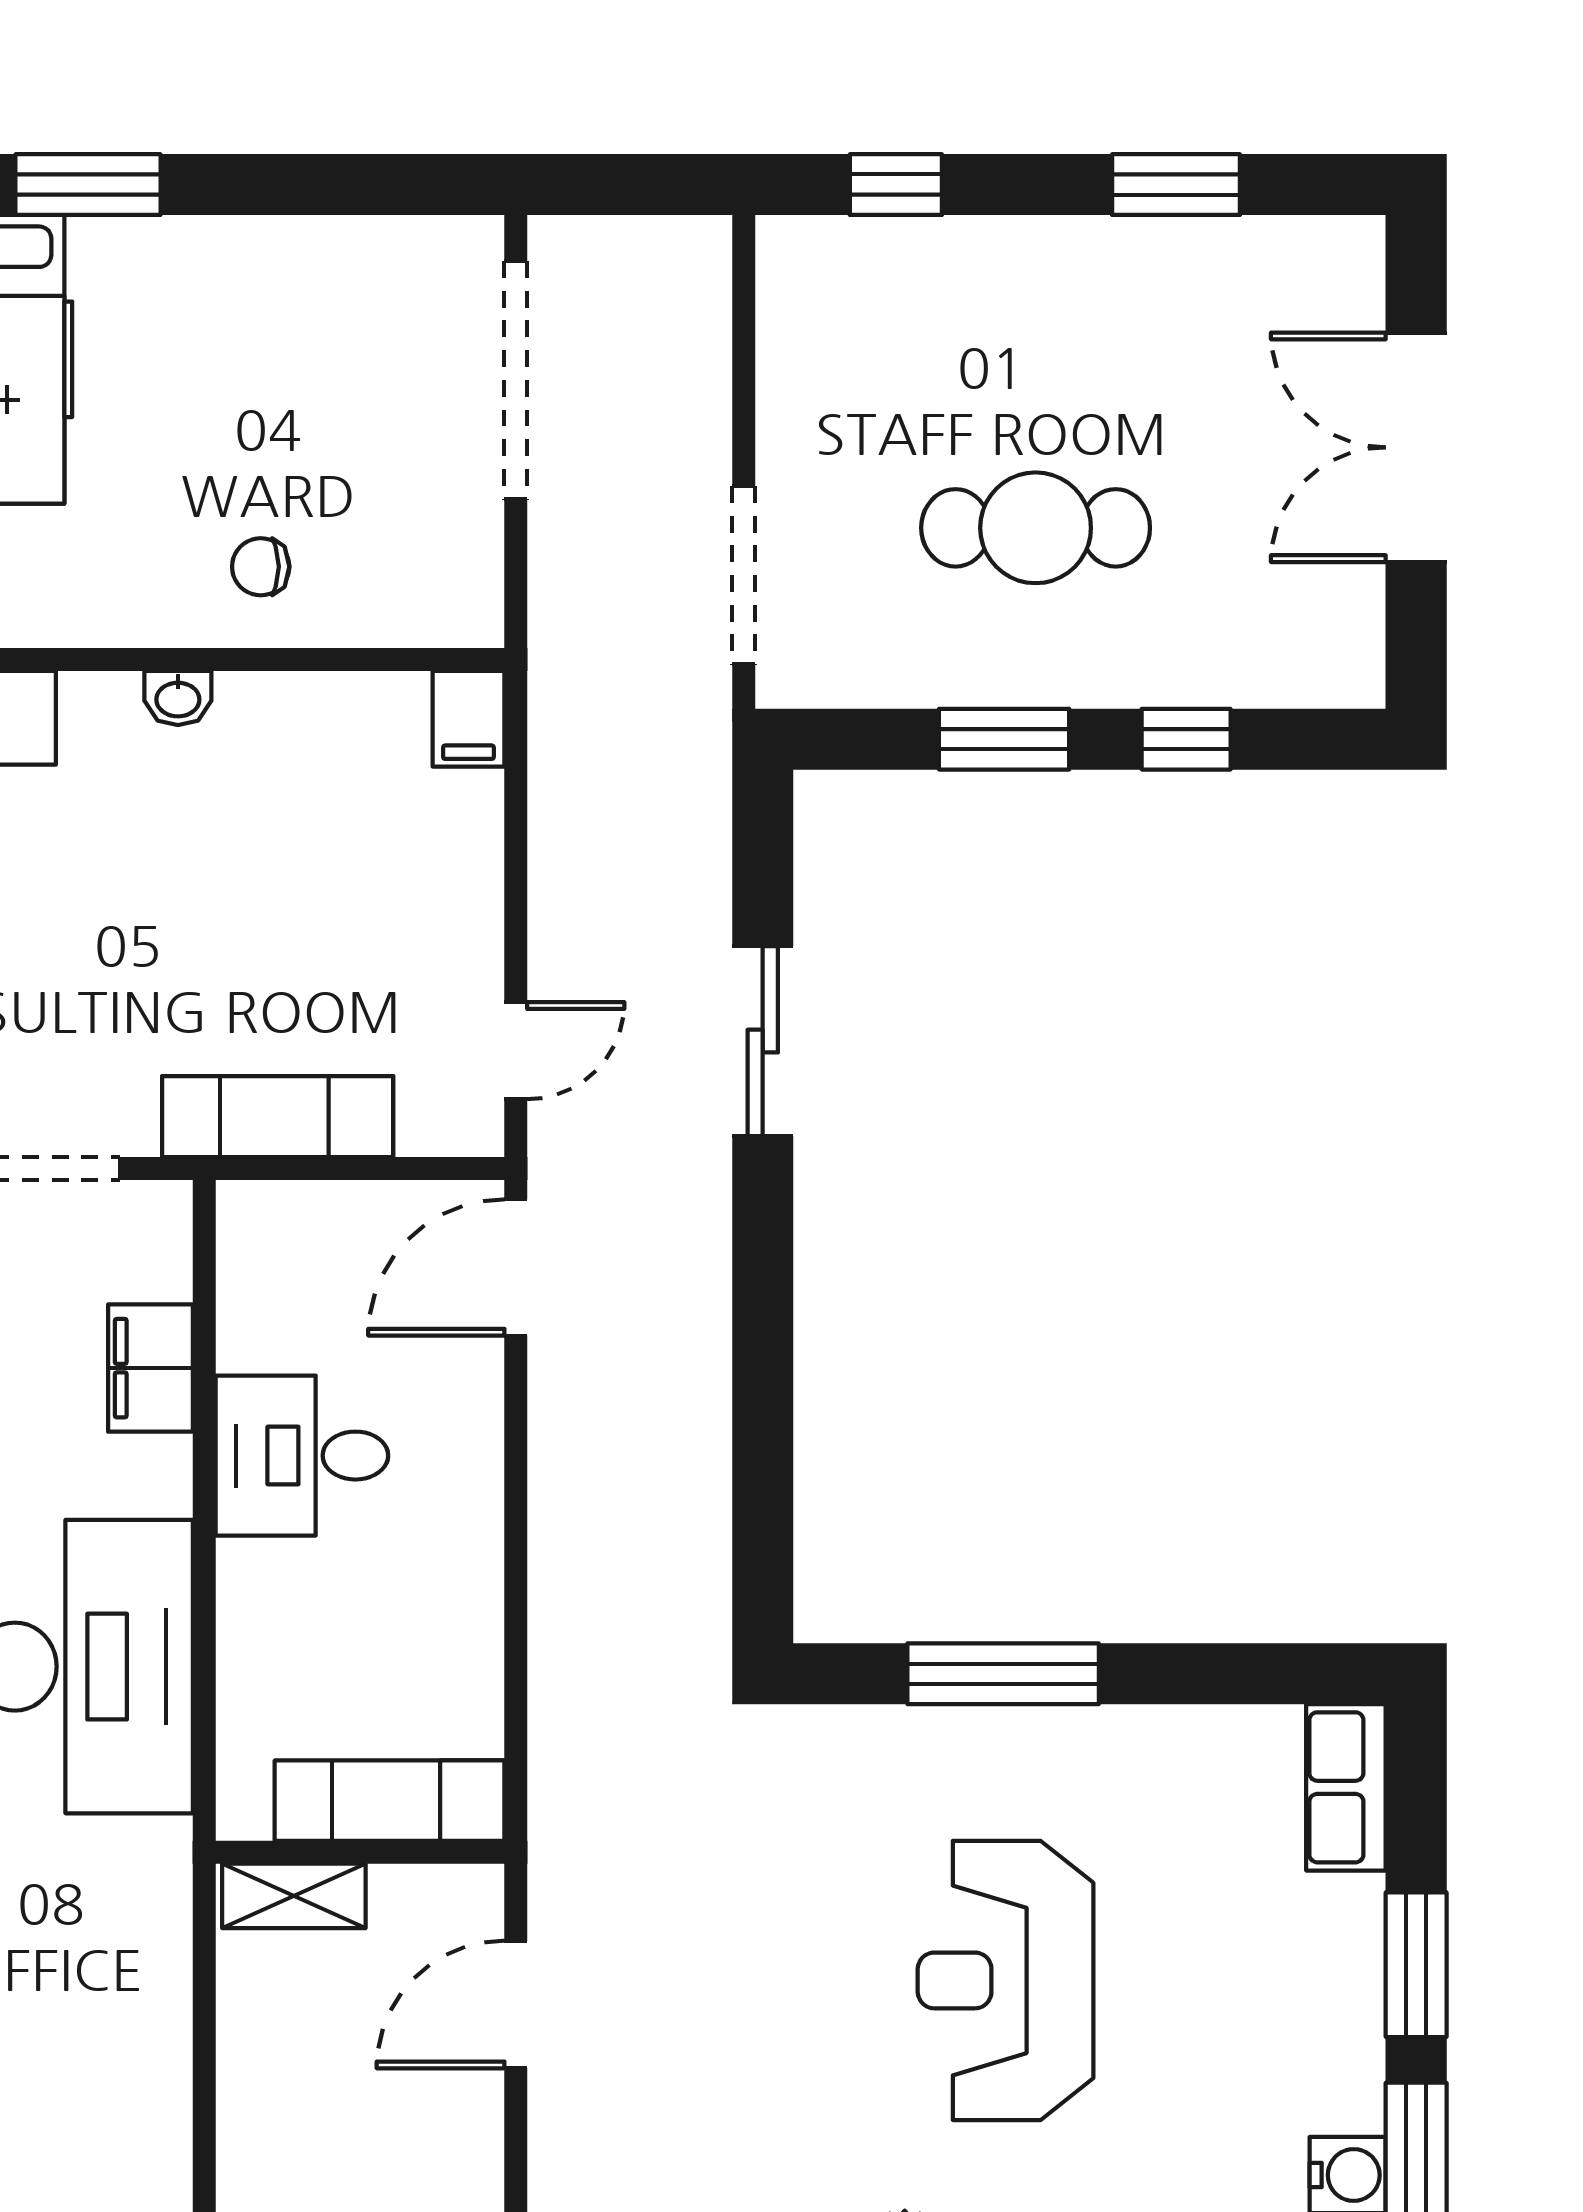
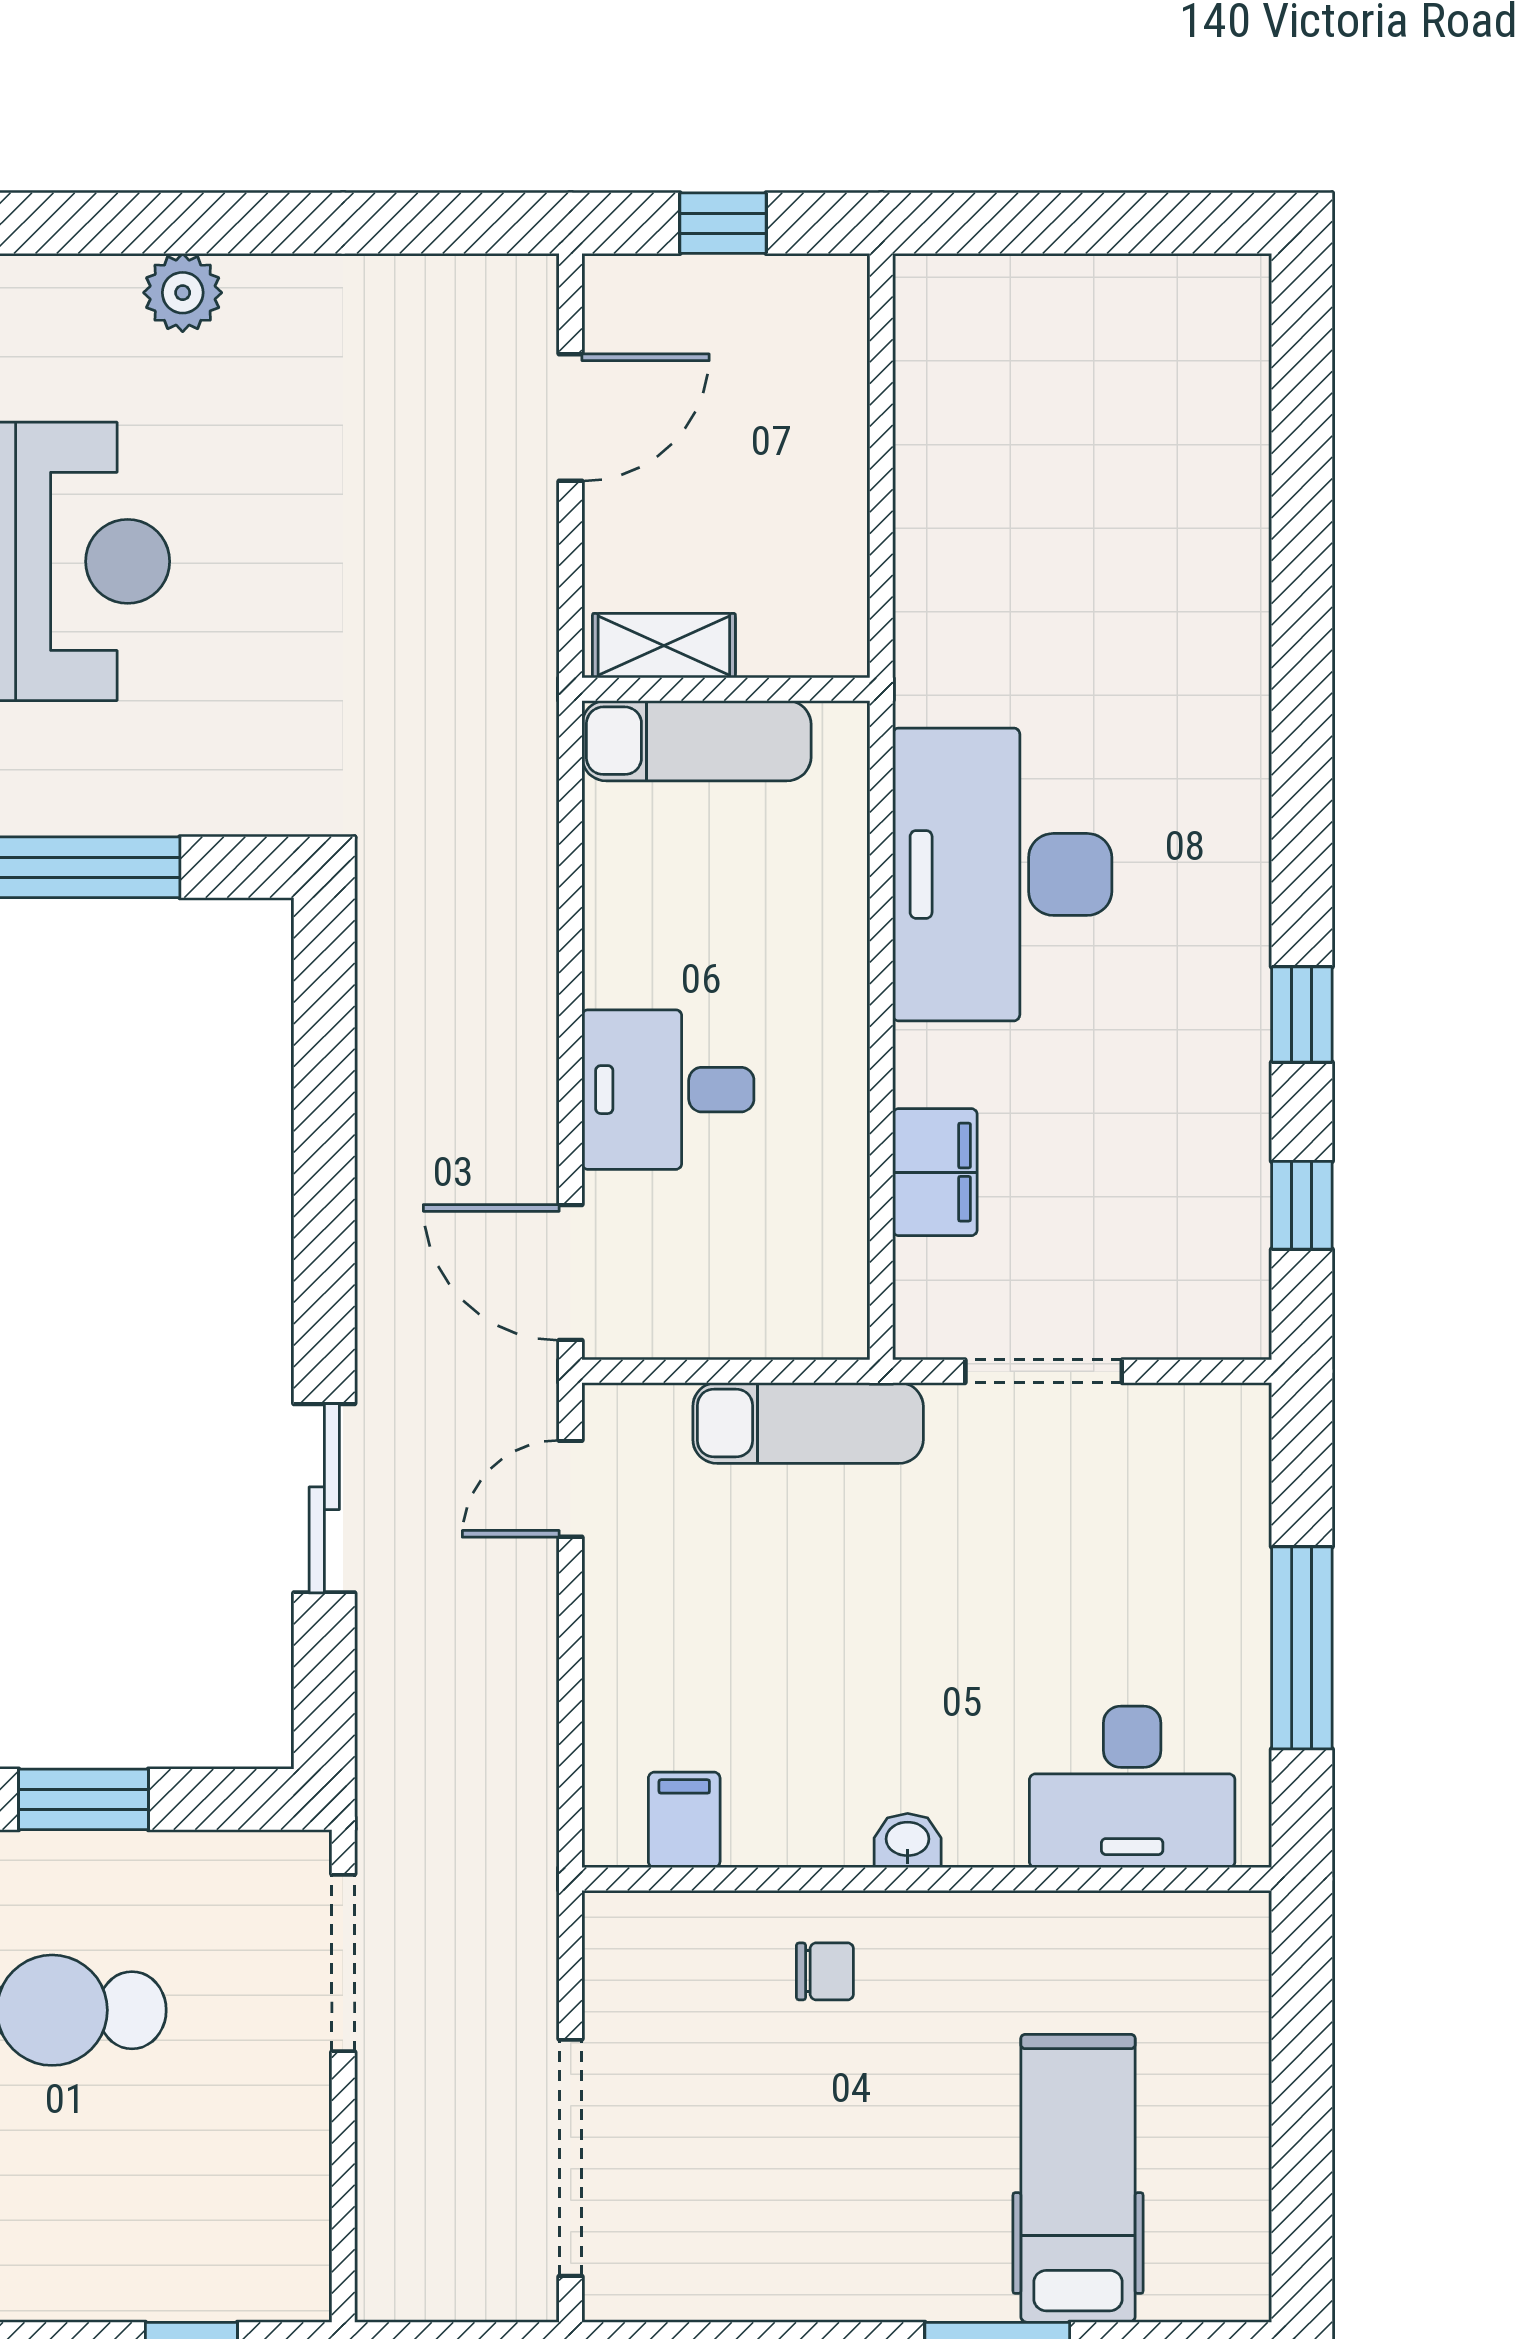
filing cabinet: (468, 719) -> (684, 1820), moved
door: (516, 1267) -> (571, 1272), swing flipped
desk: (302, 1456) -> (668, 1090), moved, turned 180
shelving: (294, 1896) -> (664, 646), moved
door: (516, 2005) -> (571, 418), moved

